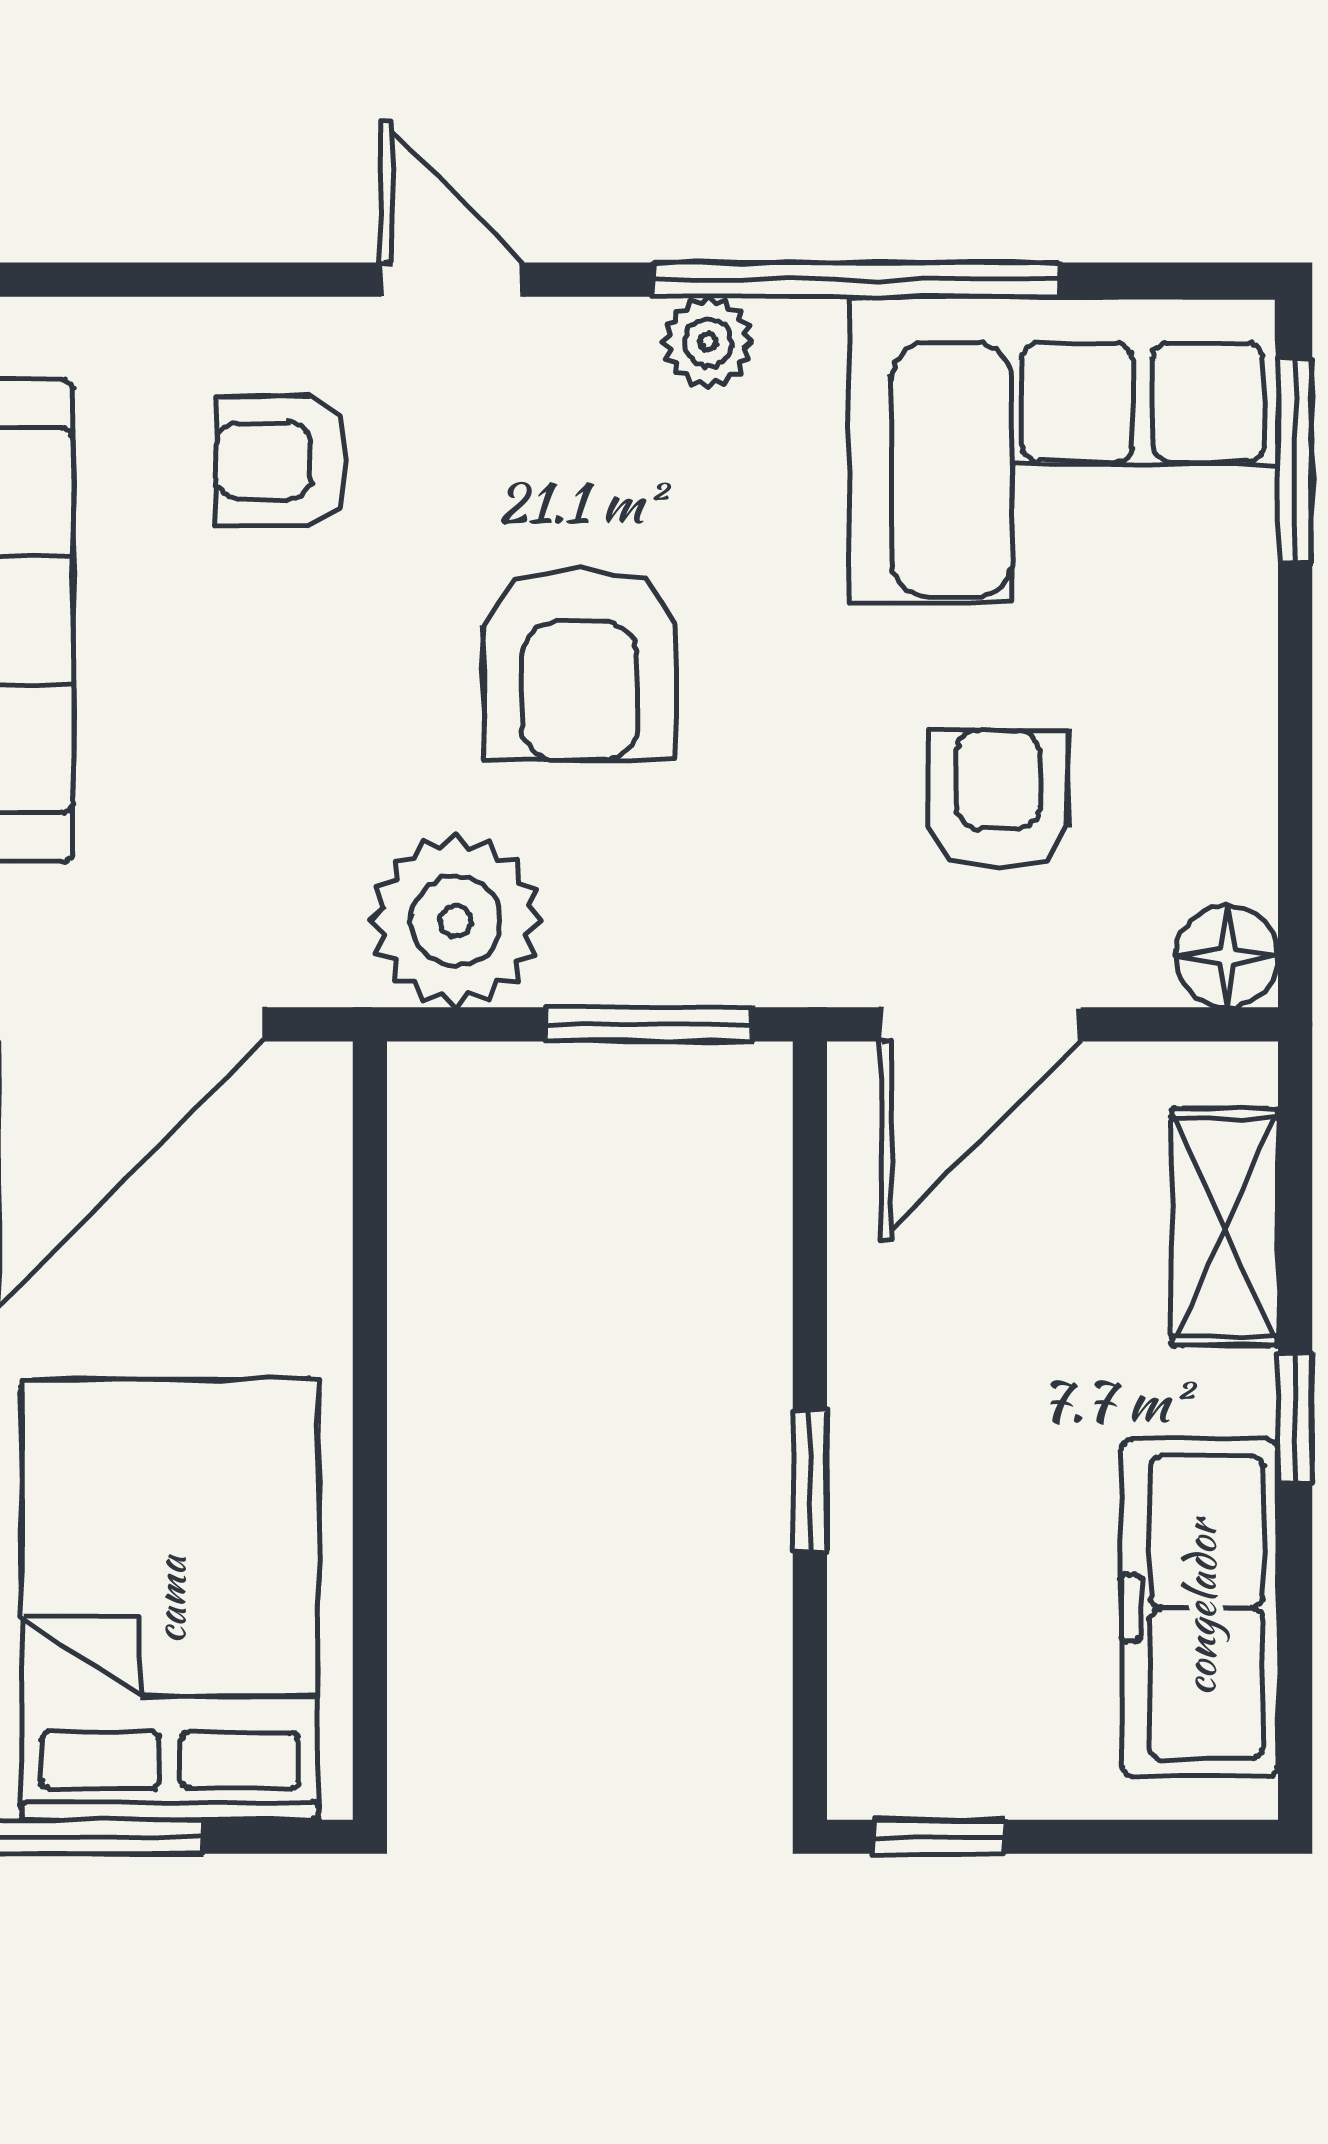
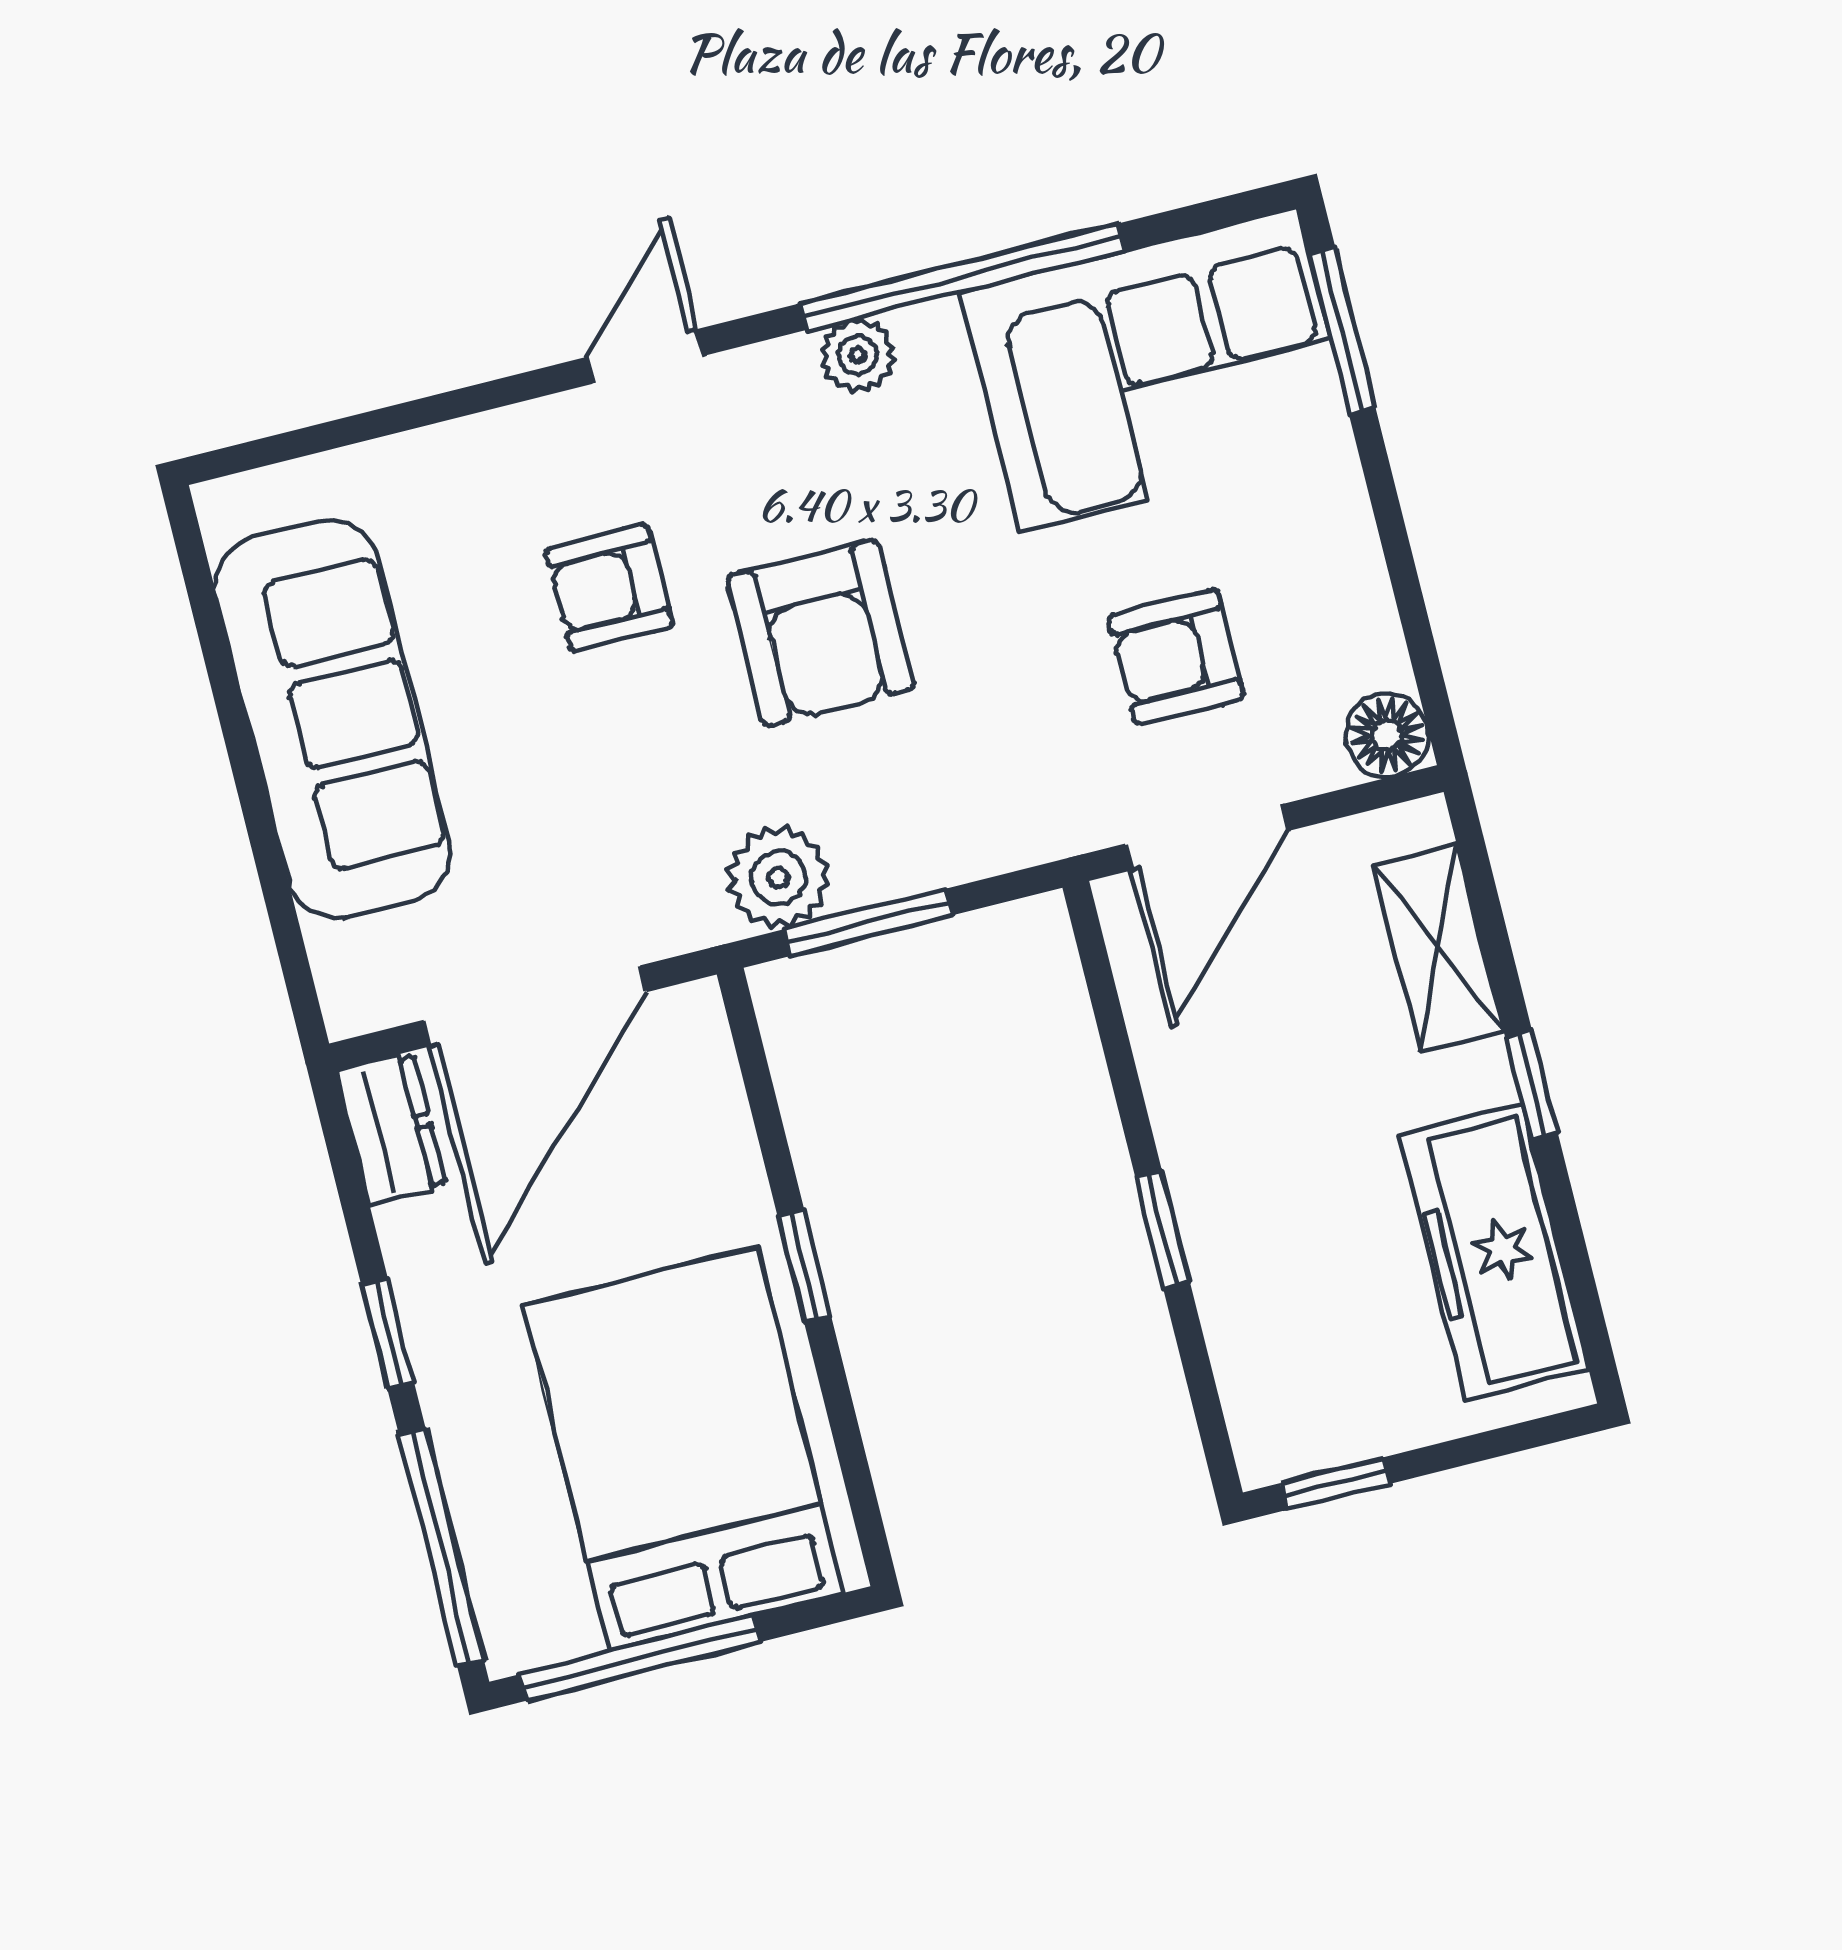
door: (452, 280) -> (645, 356), hinge flipped
armchair: (282, 461) -> (609, 588), moved
armchair: (998, 799) -> (1176, 657), turned -90
plant: (456, 921) -> (778, 878), width x0.73, depth x0.73
window: (649, 1024) -> (869, 922), moved
window: (370, 1417) -> (804, 1266), added

